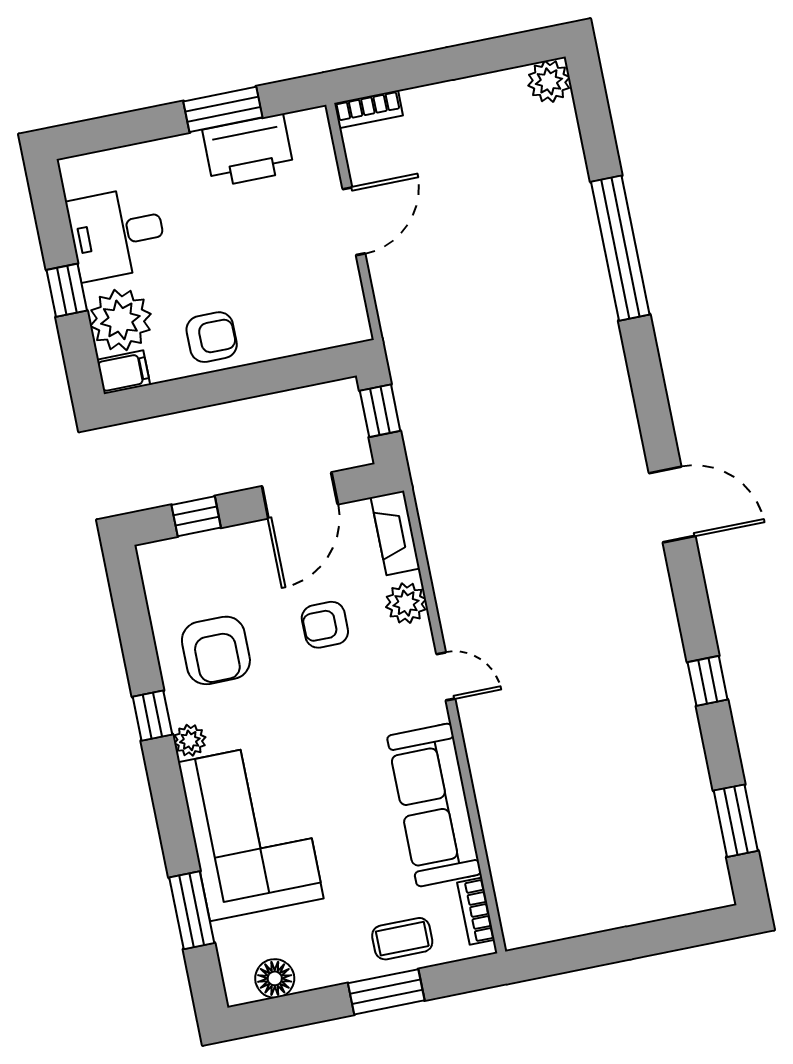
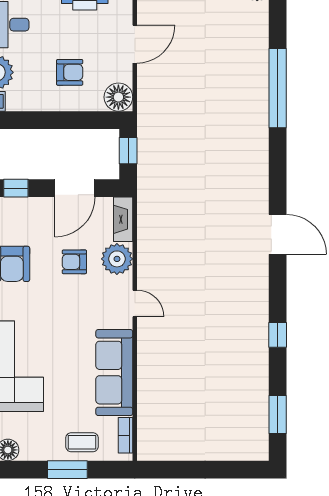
floor lamp: (344, 320) -> (118, 97), added
armchair: (212, 337) -> (70, 72), moved
plant: (406, 603) -> (117, 259), width x1.36, depth x1.36

